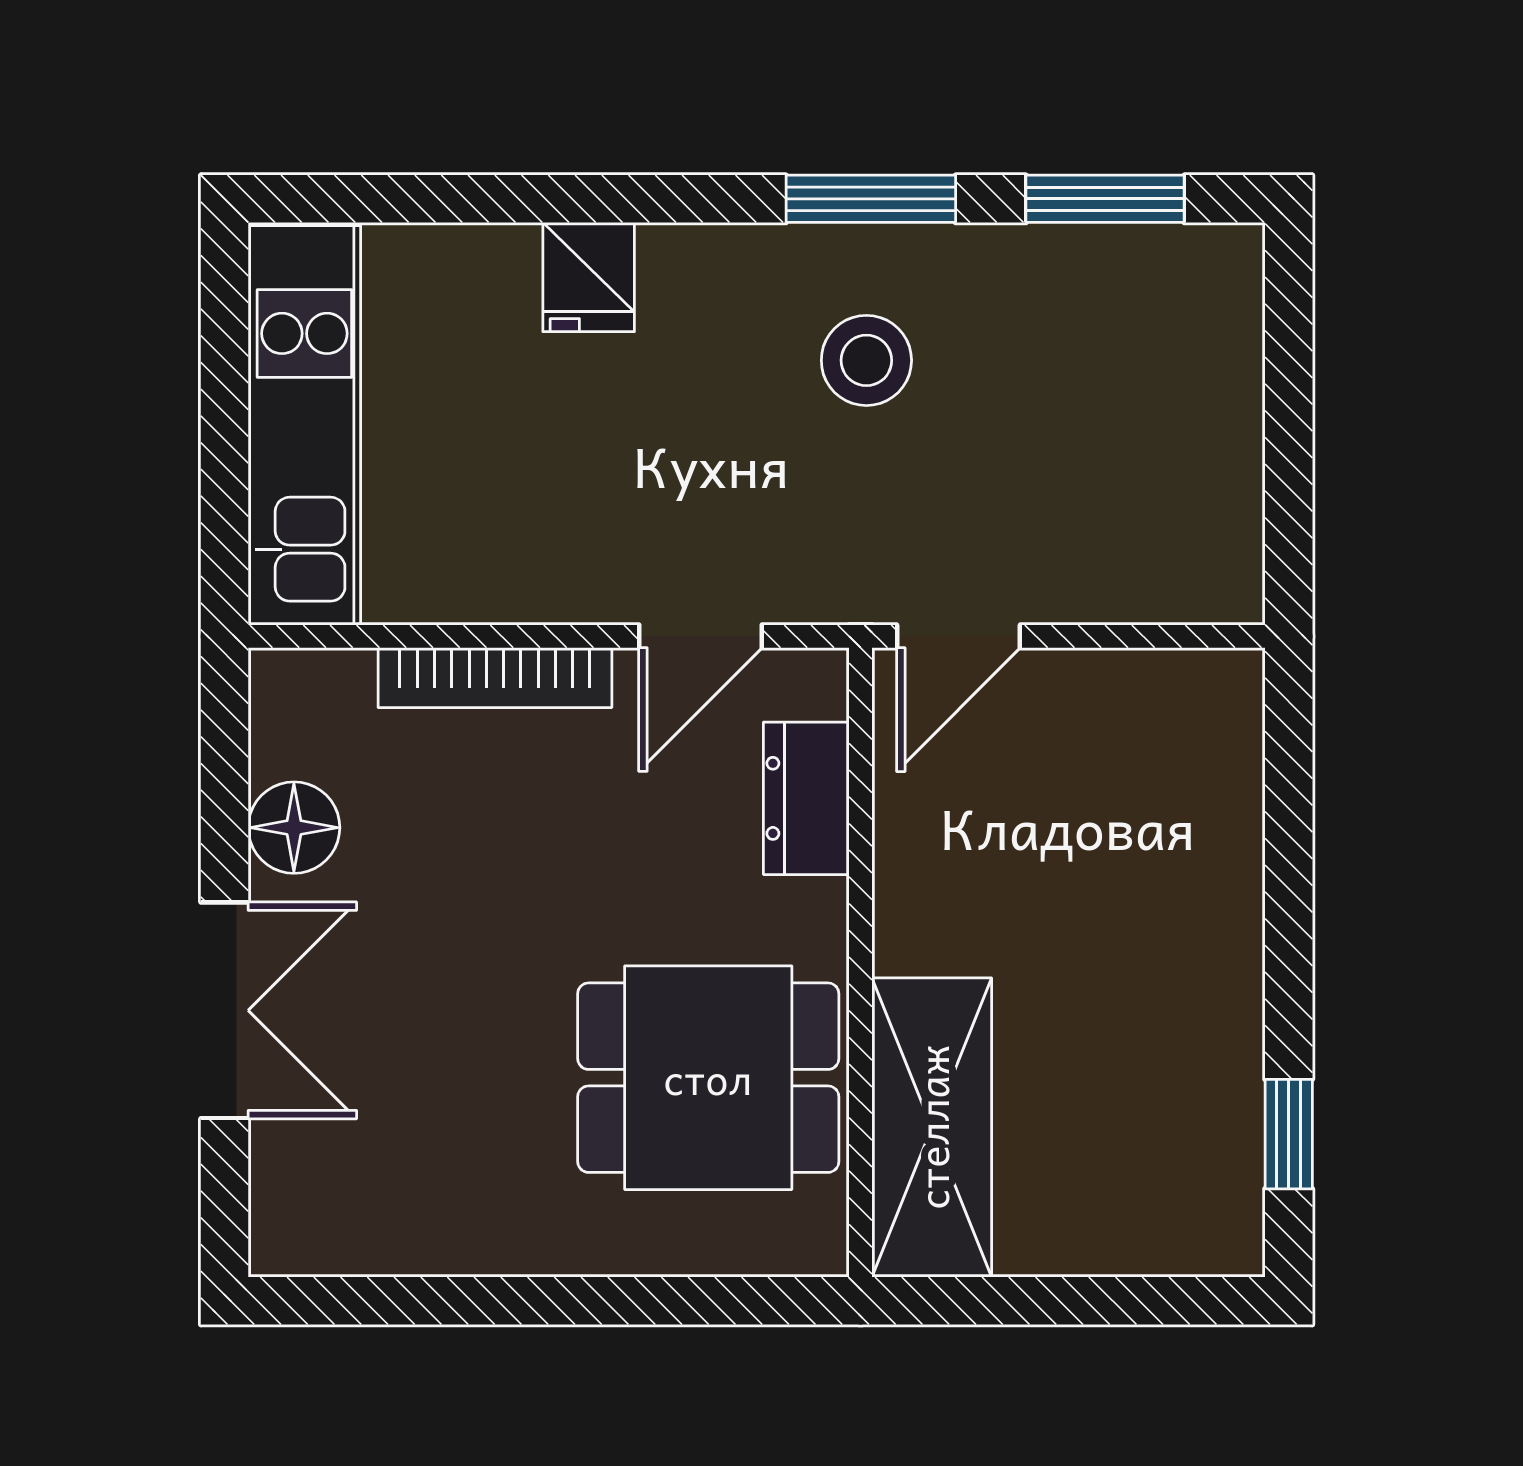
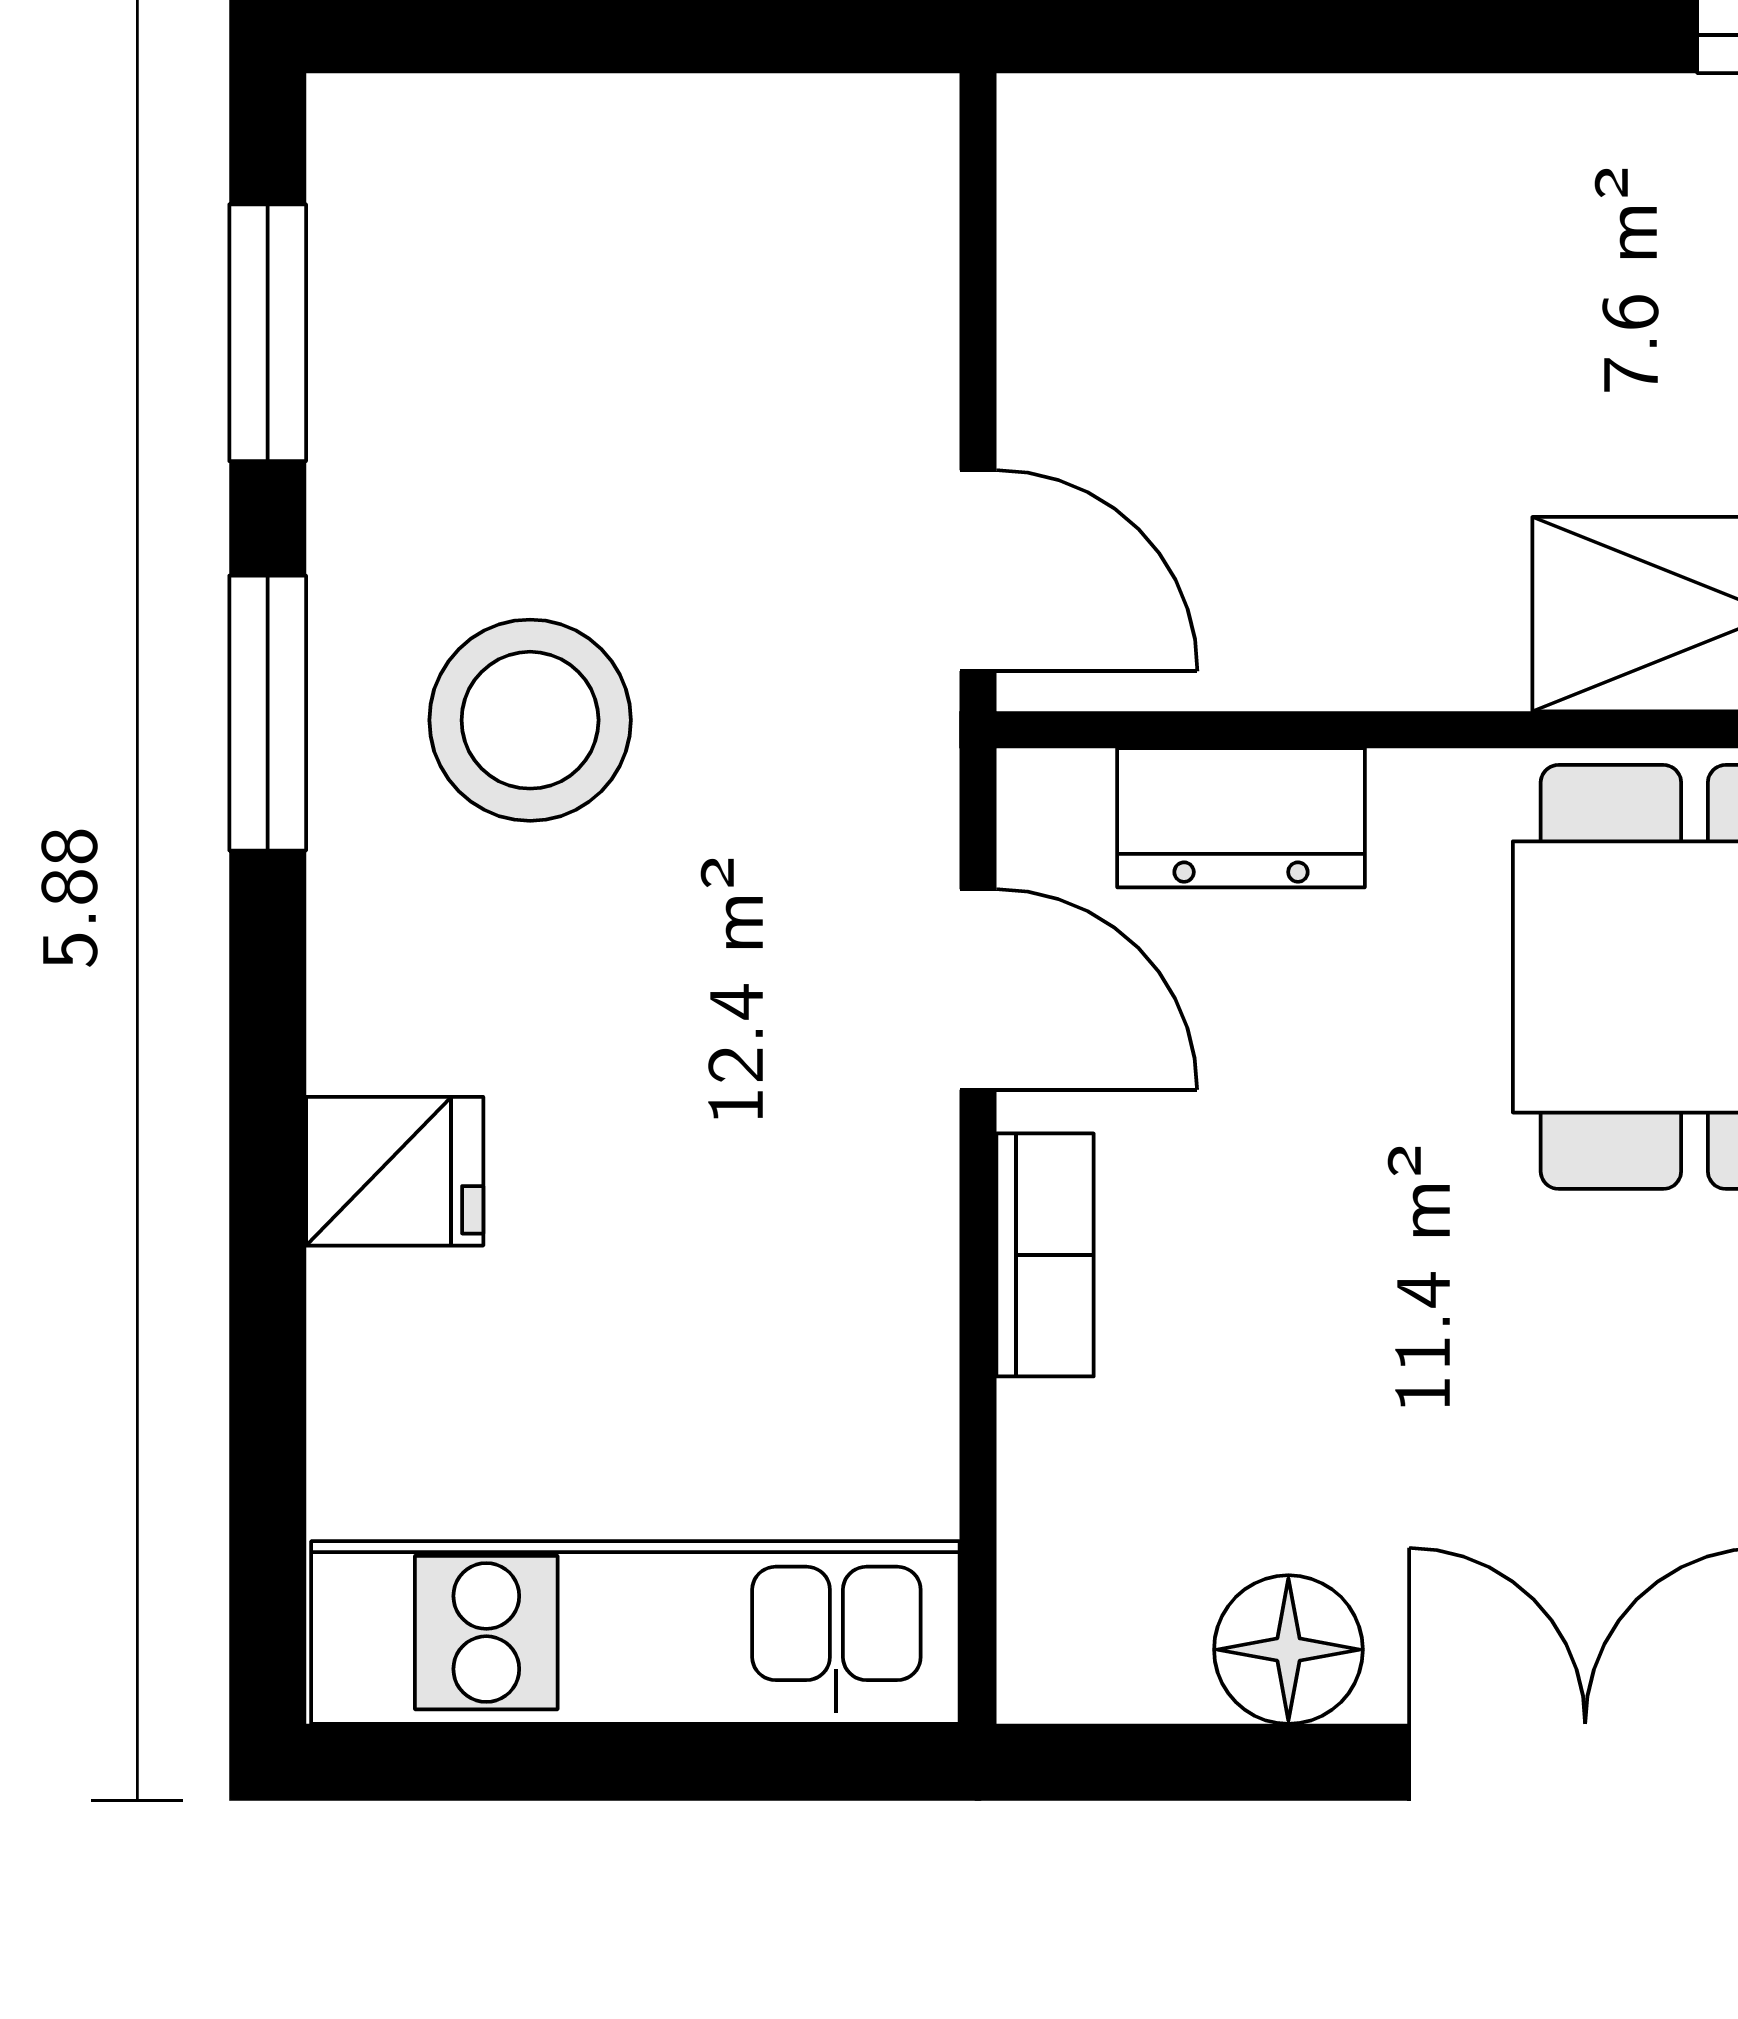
stool: (866, 360) -> (530, 720), width x1.38, depth x1.38
bookcase: (495, 678) -> (1045, 1255), width x0.64

